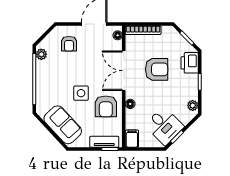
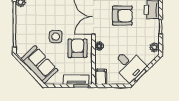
armchair: (106, 106) -> (78, 48), turned 180

